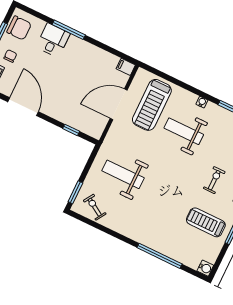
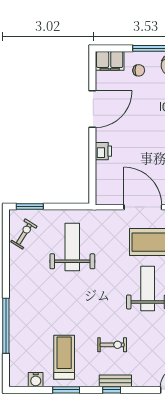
printer: (60, 114) -> (103, 151), added
window: (71, 130) -> (92, 171), removed
water cooler: (205, 268) -> (36, 380), moved

